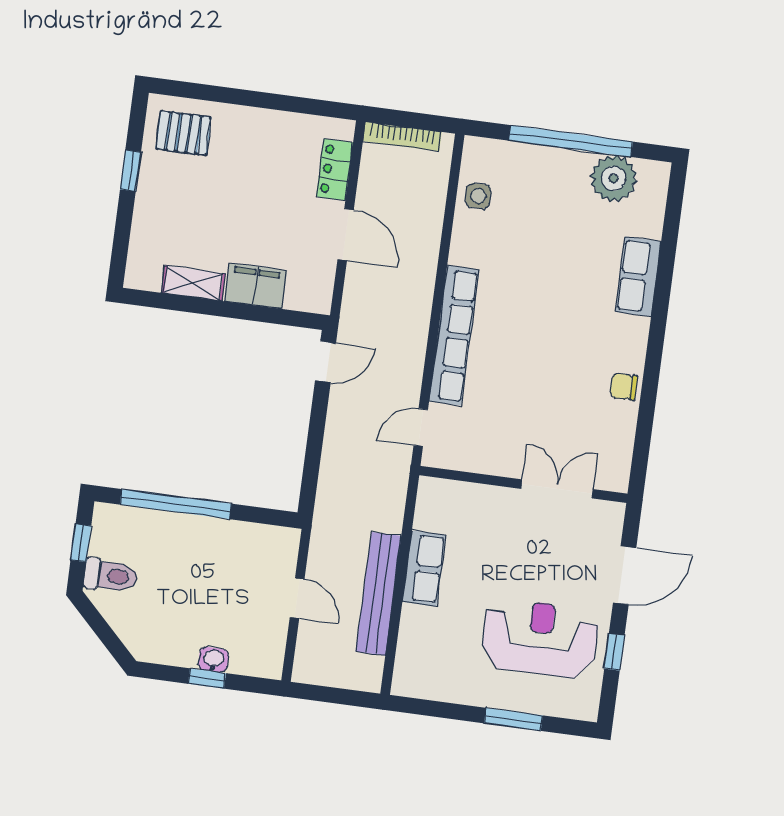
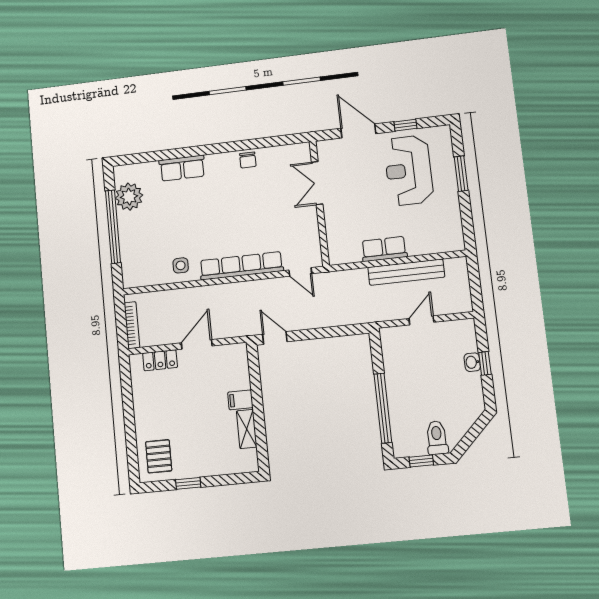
side table: (478, 196) -> (181, 265), moved
filing cabinet: (256, 286) -> (240, 400), width x0.50

